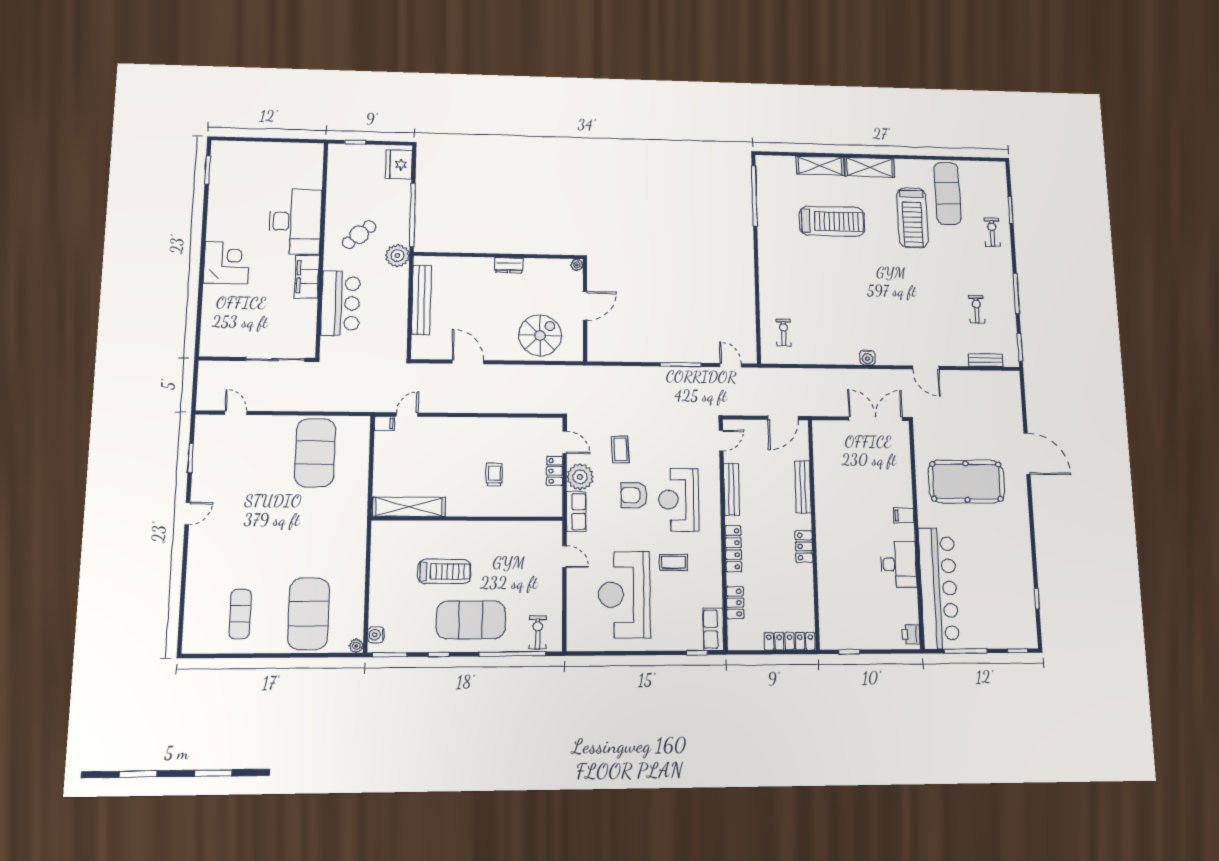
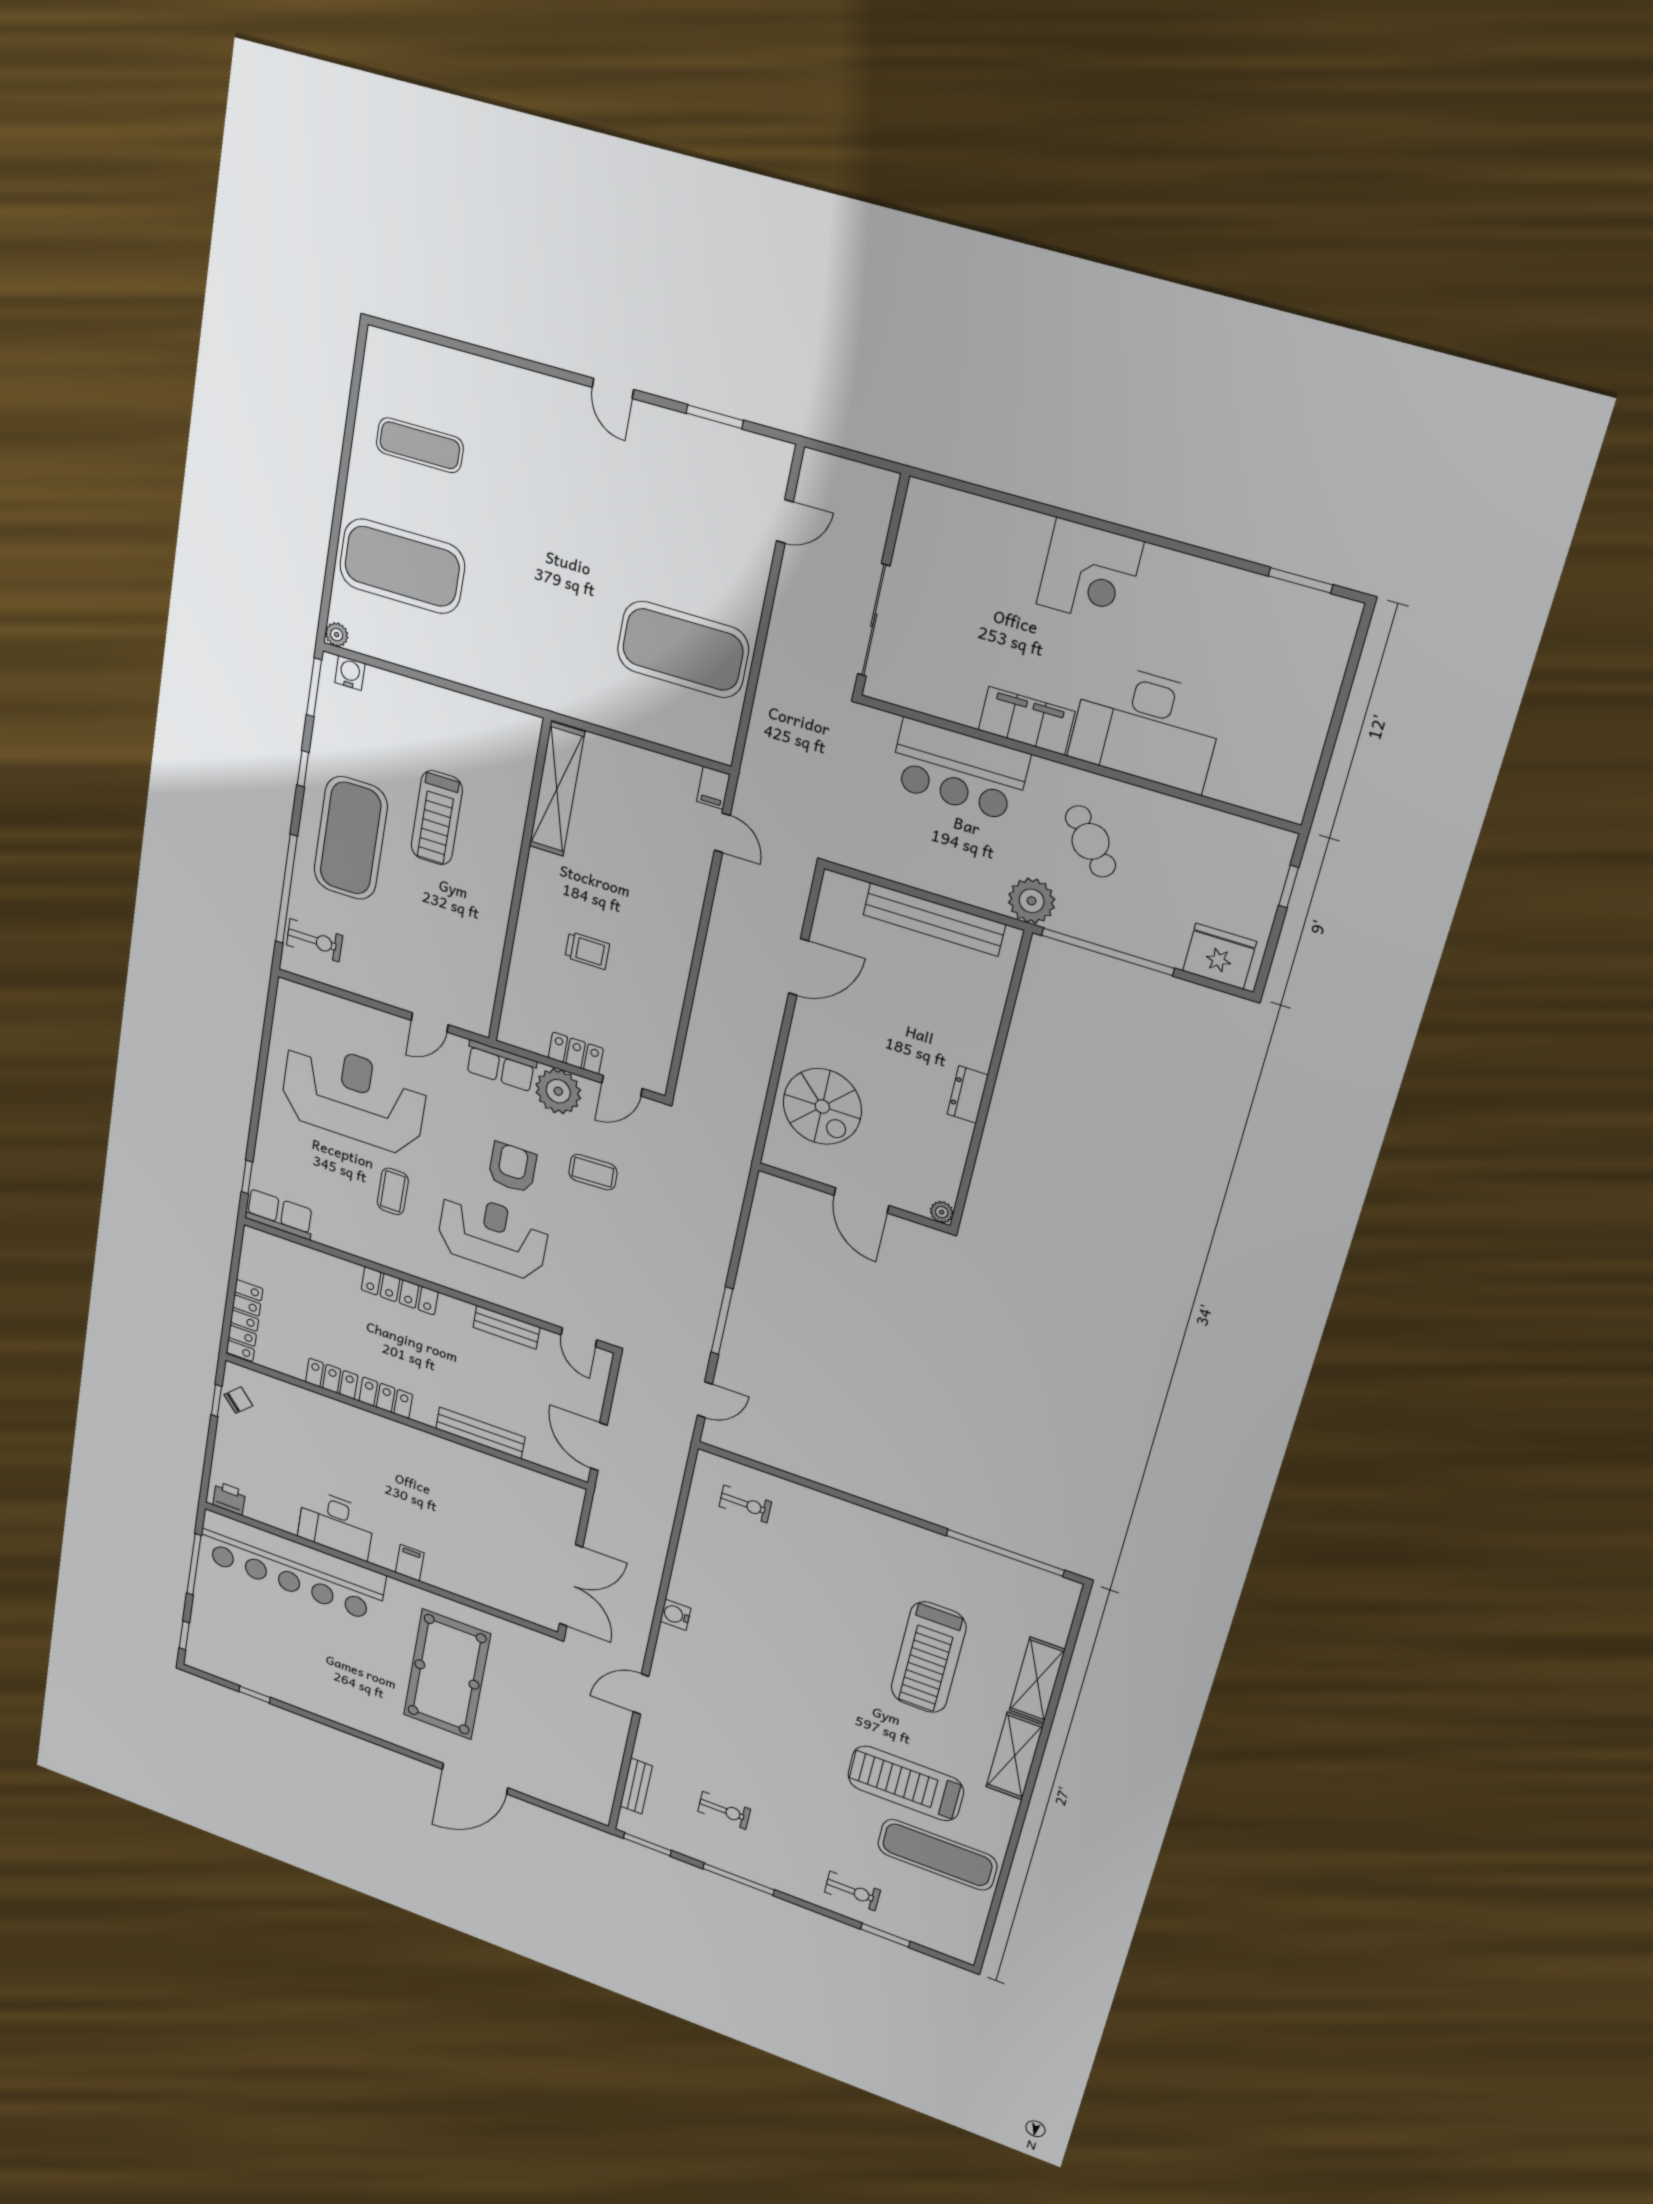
bench: (732, 489) -> (506, 1327), width x0.73
locker: (735, 603) -> (332, 1379), moved, turned 180
chair: (843, 638) -> (238, 1400), added

